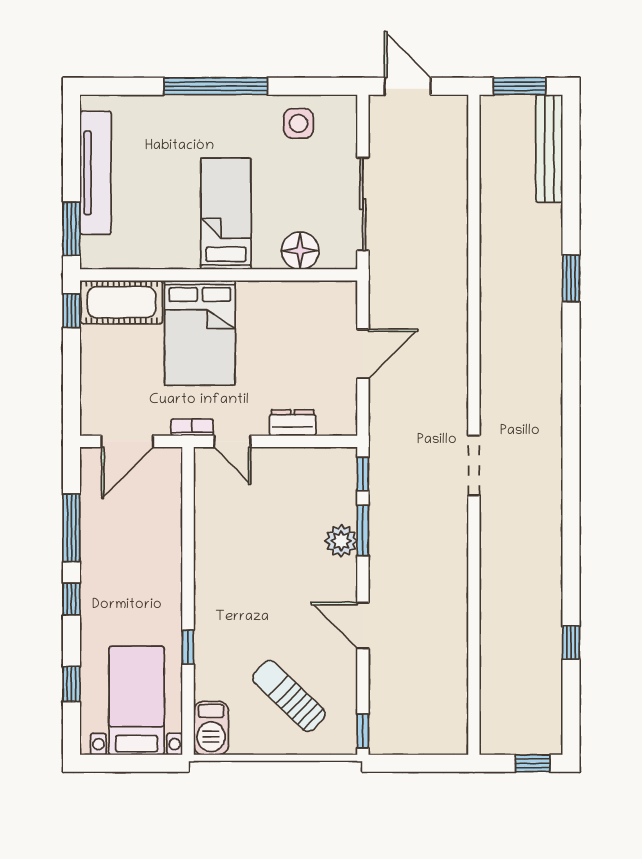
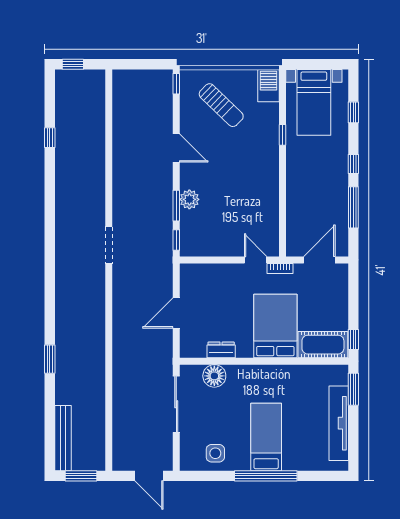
bed: (226, 214) -> (266, 437), moved, turned 180
dresser: (293, 423) -> (221, 350), moved, turned 180

